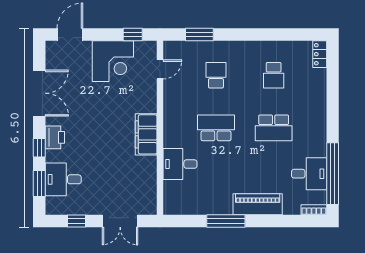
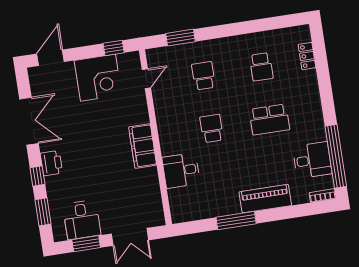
locker: (320, 54) -> (307, 56), moved
school desk: (216, 128) -> (212, 128), width x0.54
desk: (63, 179) -> (82, 220), moved, turned -90
window: (77, 221) -> (86, 244), width x1.50

